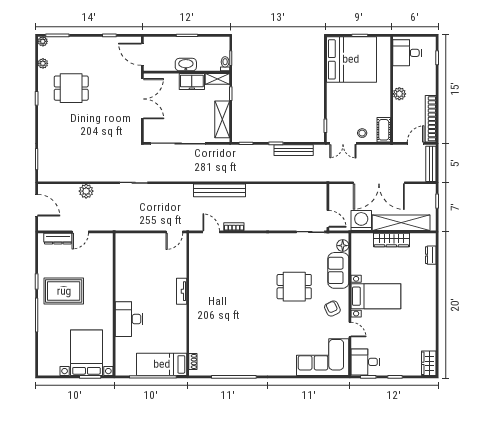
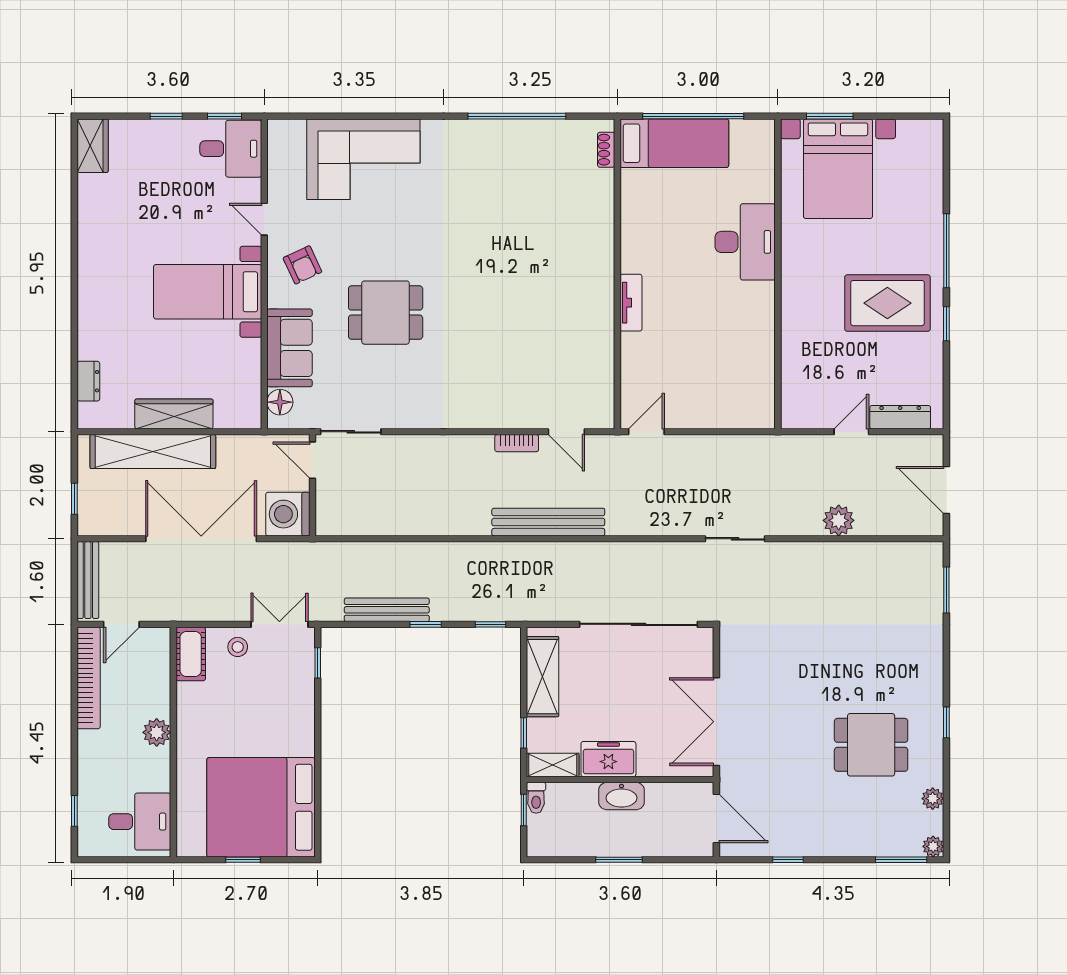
washing machine: (361, 221) -> (288, 514), moved, turned 90
corner sofa: (323, 357) -> (363, 159), moved

